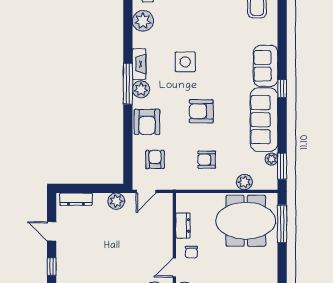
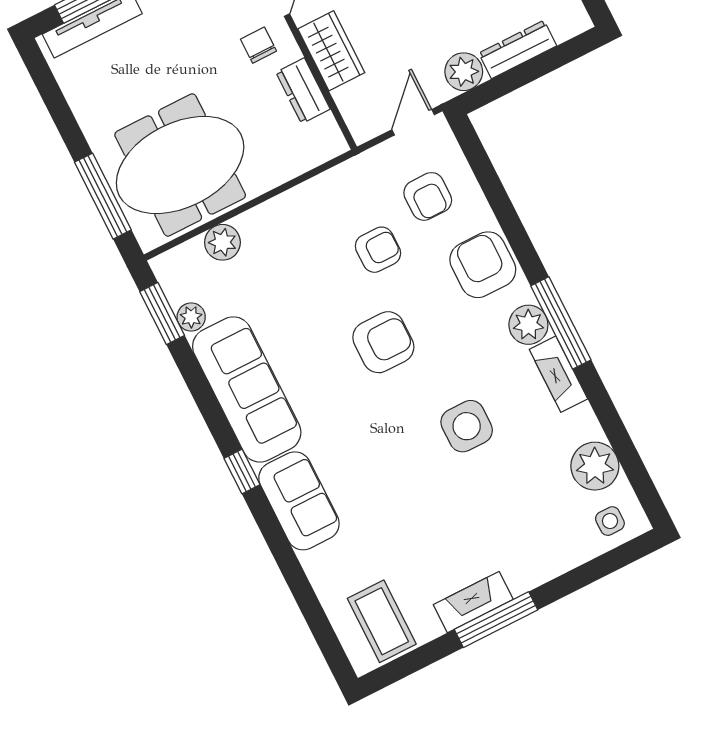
armchair: (207, 160) -> (378, 250), moved
dresser: (76, 199) -> (518, 49), moved
wardrobe: (164, 236) -> (331, 51), added

